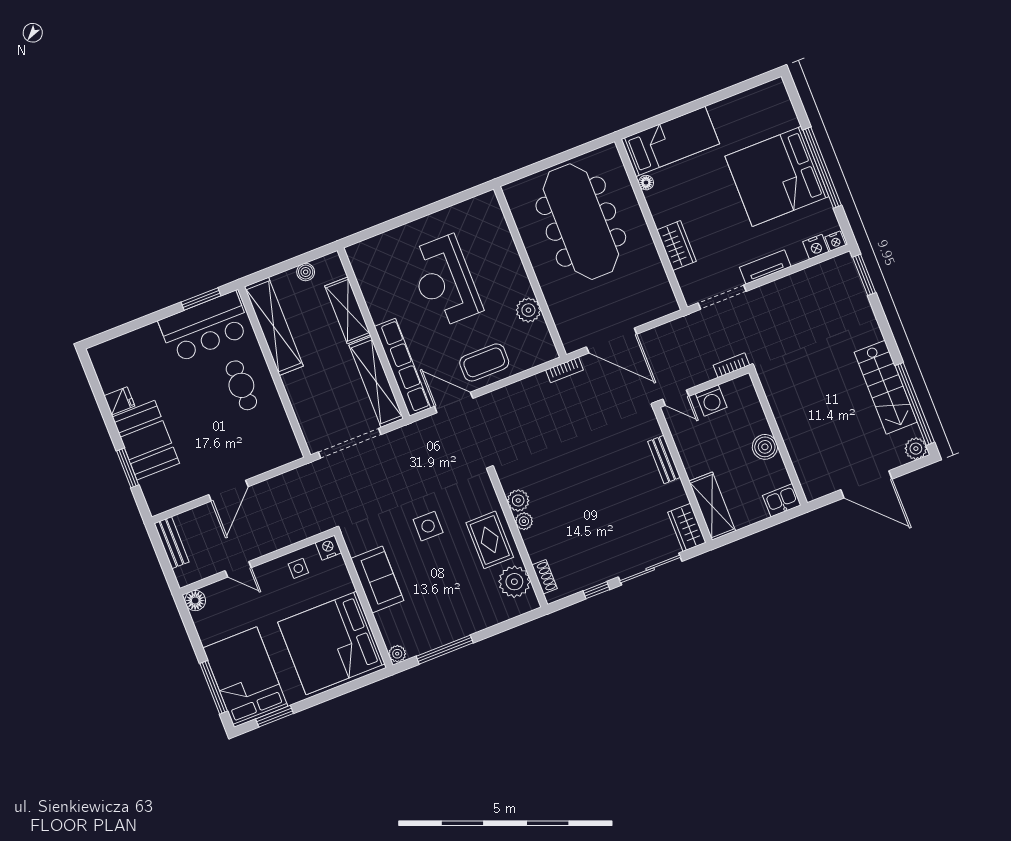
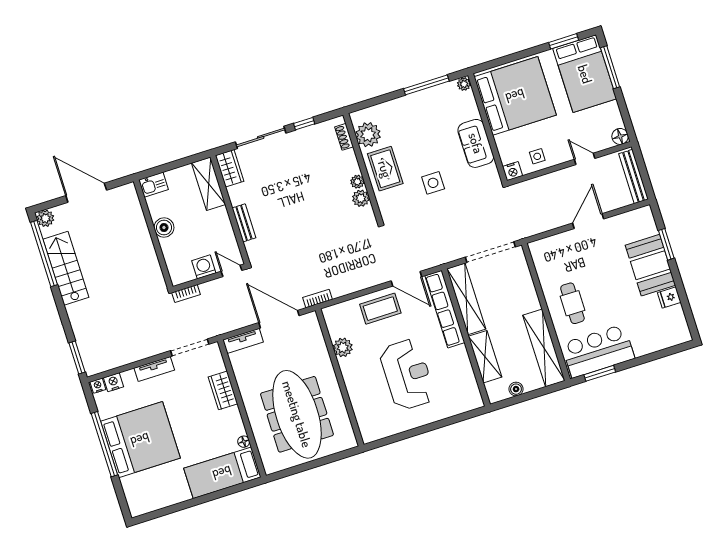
tv unit: (655, 310) -> (243, 341), added
bench: (172, 543) -> (633, 176), width x1.36

